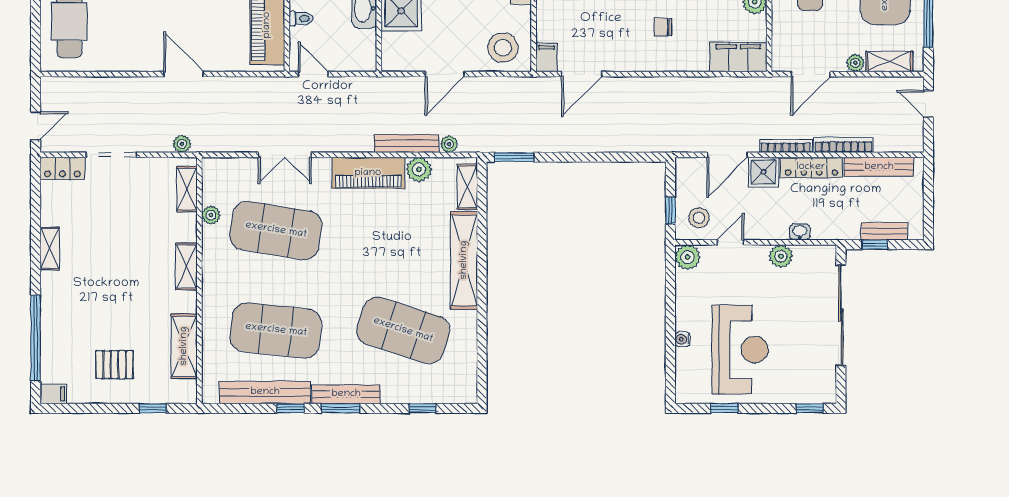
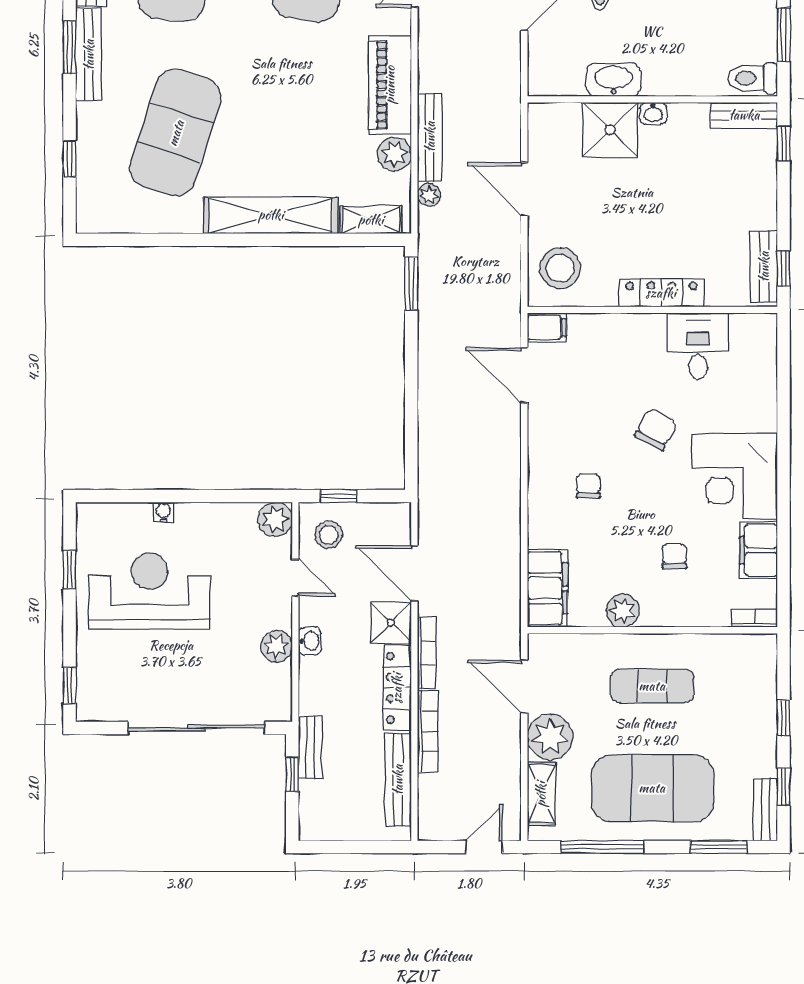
plant: (855, 63) -> (550, 737), width x1.88, depth x1.88
bench: (884, 231) -> (310, 747), moved
washbasin: (800, 232) -> (310, 641), moved
reception desk: (740, 350) -> (149, 591), turned 180

